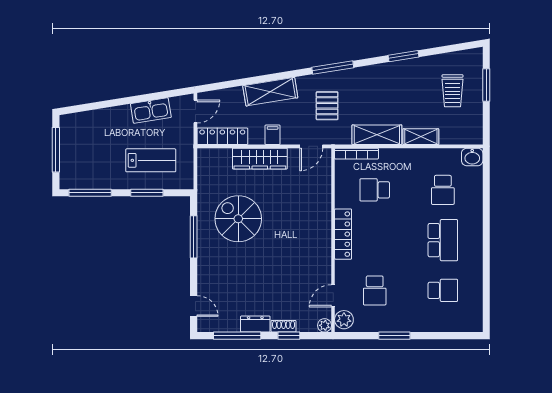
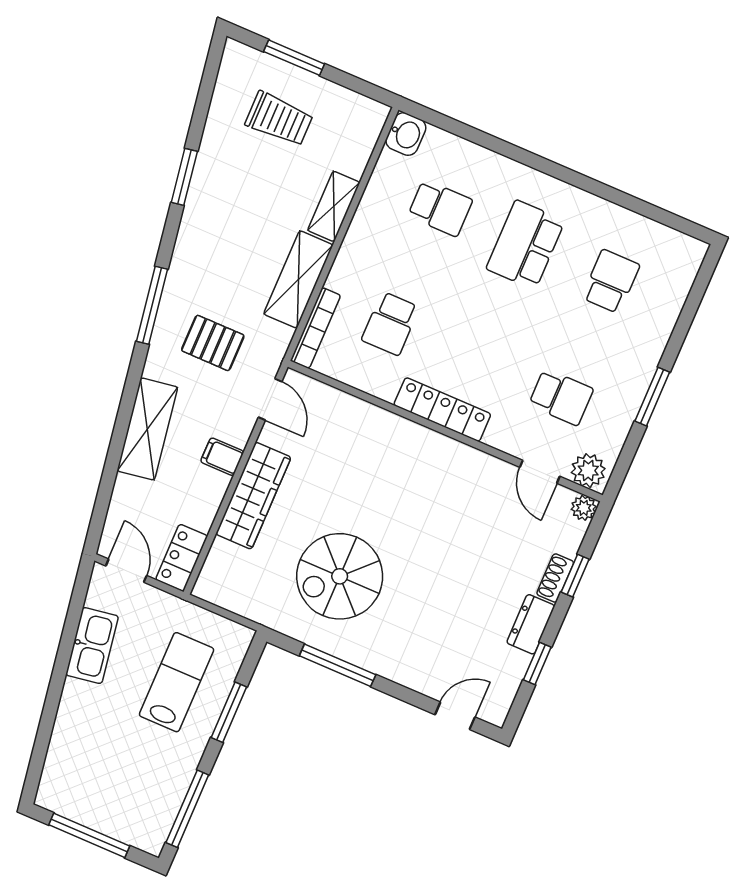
locker: (222, 136) -> (182, 558), width x0.66
school desk: (443, 240) -> (525, 245), turned -90
window: (237, 336) -> (537, 664), width x0.46

